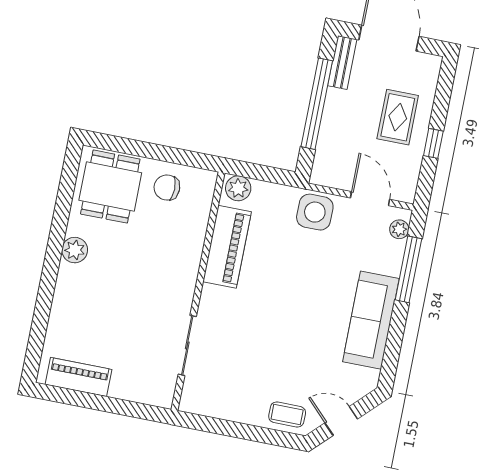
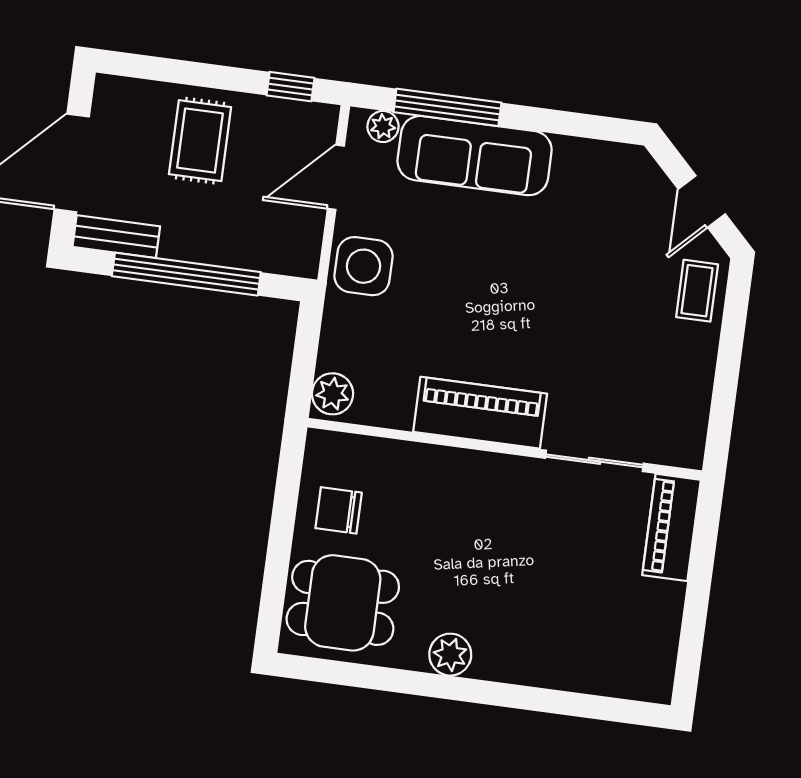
rug: (398, 117) -> (200, 141), turned 90
window: (433, 143) -> (291, 87), moved
chair: (167, 188) -> (339, 510), turned 90
piano: (227, 247) -> (480, 413), moved
sofa: (371, 320) -> (475, 156), moved
piano: (79, 377) -> (671, 527), moved

